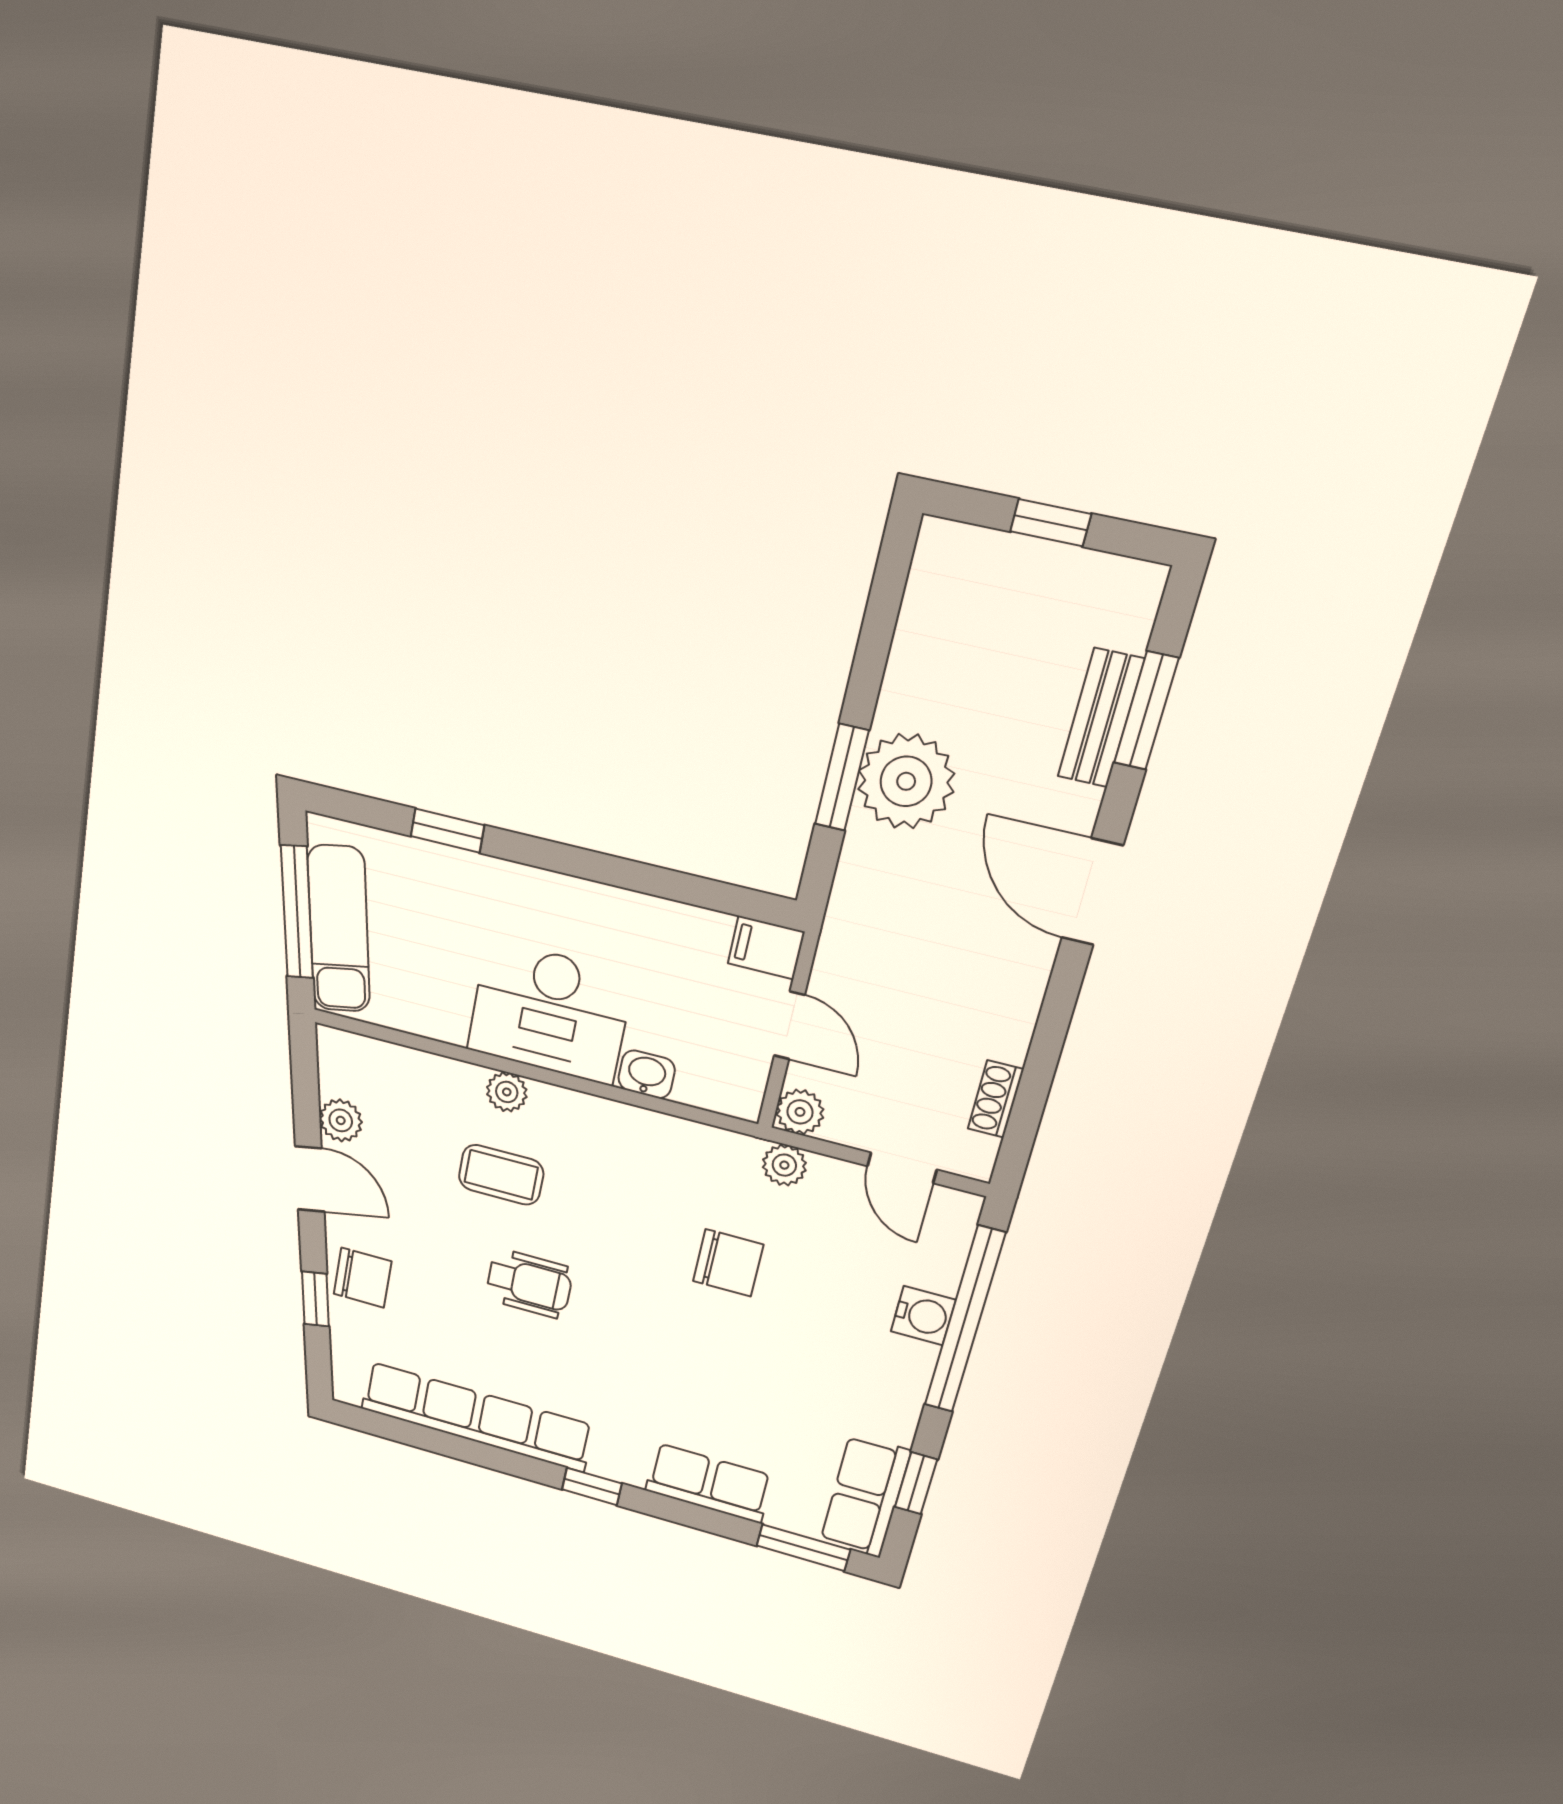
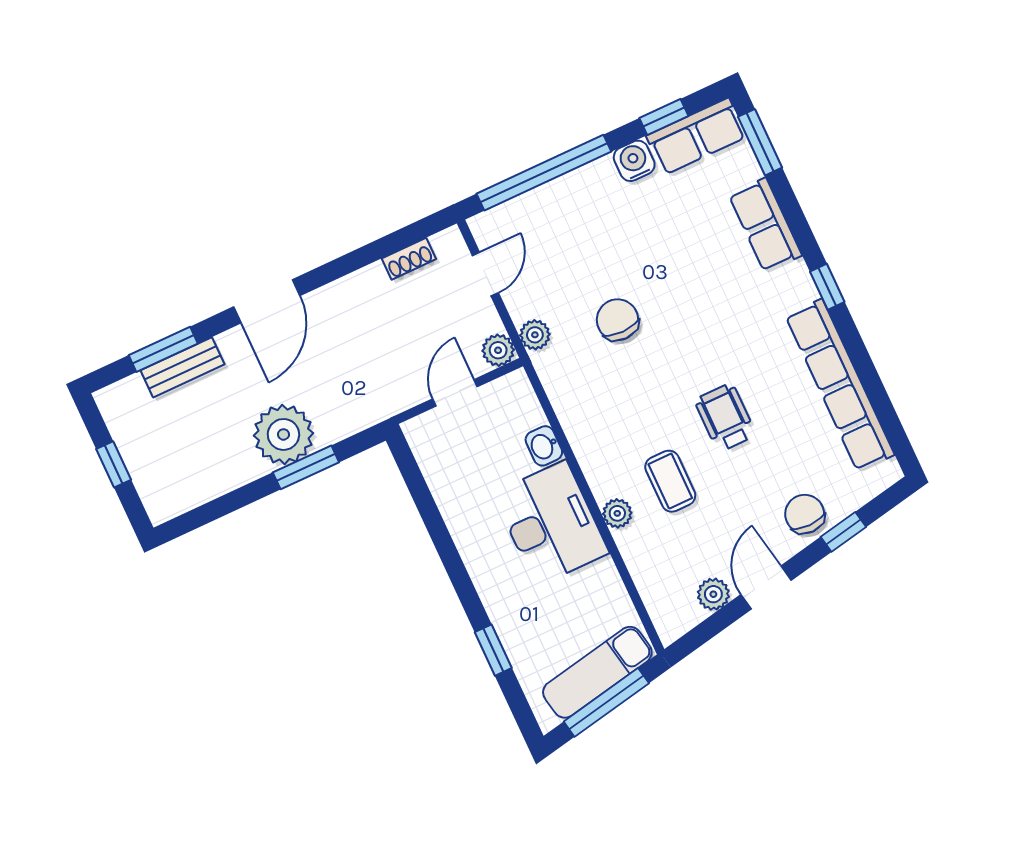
filing cabinet: (766, 948) -> (423, 437), removed
water cooler: (923, 1316) -> (634, 161), moved

